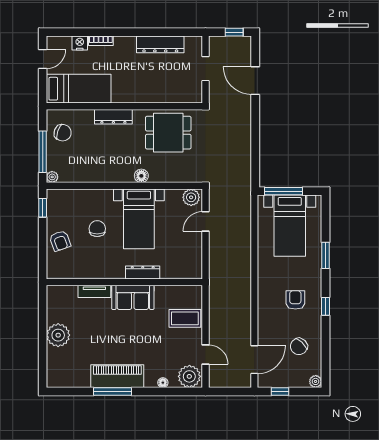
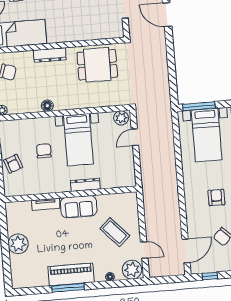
floor lamp: (141, 176) -> (47, 106), moved
coffee table: (185, 318) -> (115, 232), moved, turned 47

